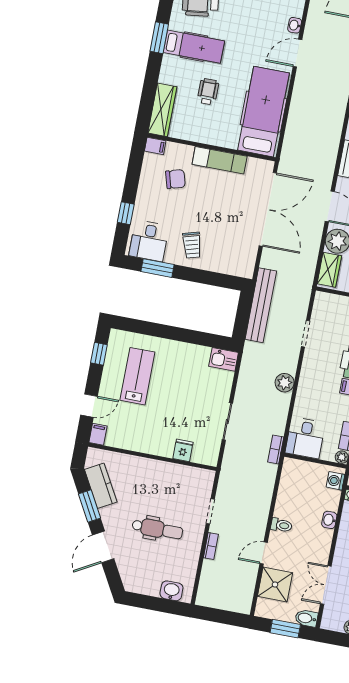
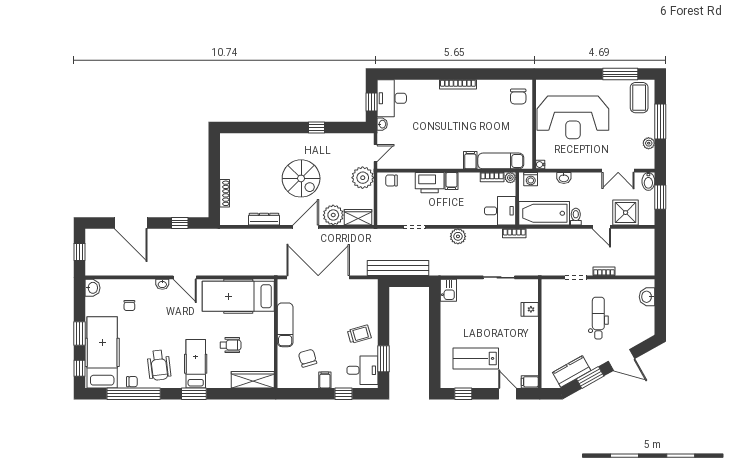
wheelchair: (208, 92) -> (231, 345), turned 180
filing cabinet: (155, 146) -> (325, 380), moved
bathtub: (292, 489) -> (544, 213), added

